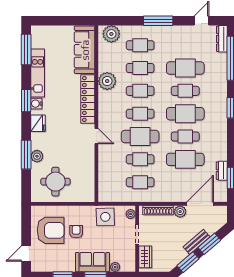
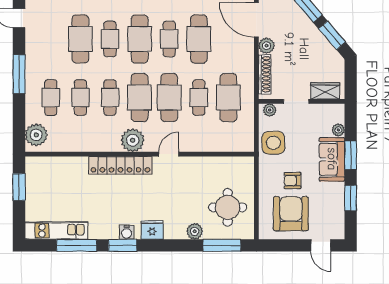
window: (71, 21) -> (19, 187), added
window: (26, 50) -> (77, 245), moved
sofa: (85, 50) -> (57, 170), removed
kitchen unit: (38, 73) -> (56, 231), moved
plant: (107, 81) -> (133, 140), moved
cafe table: (140, 114) -> (140, 98), width x1.37, depth x1.35
window: (26, 155) -> (222, 245), moved
cafe table: (140, 182) -> (228, 98), width x1.37, depth x1.35
bench: (197, 242) -> (306, 24), removed

